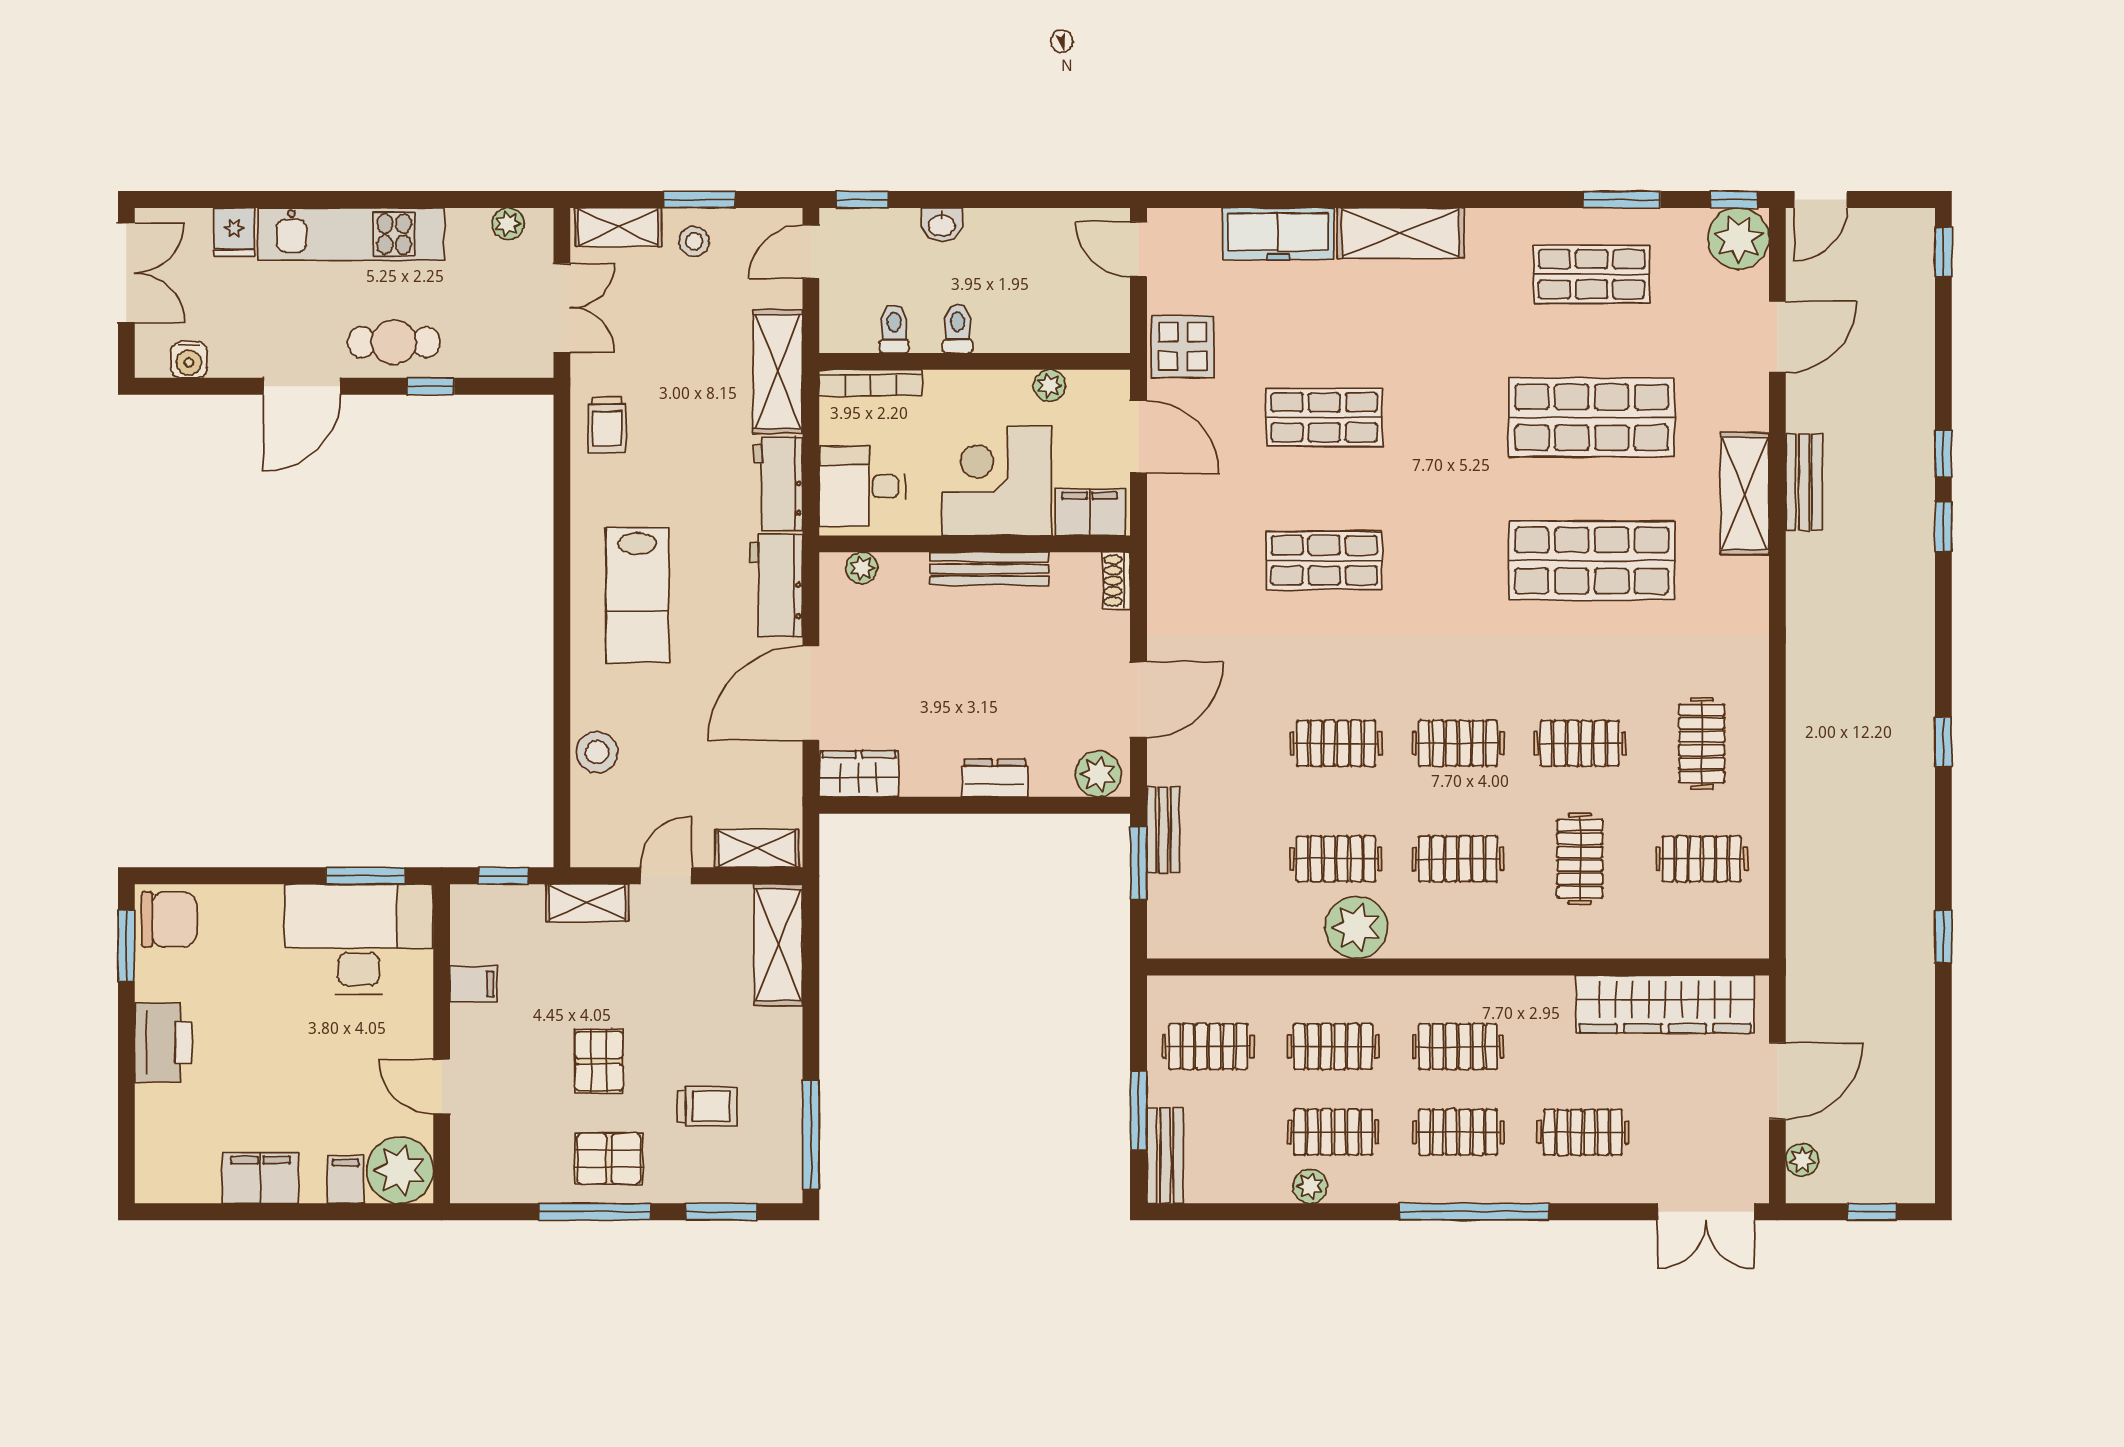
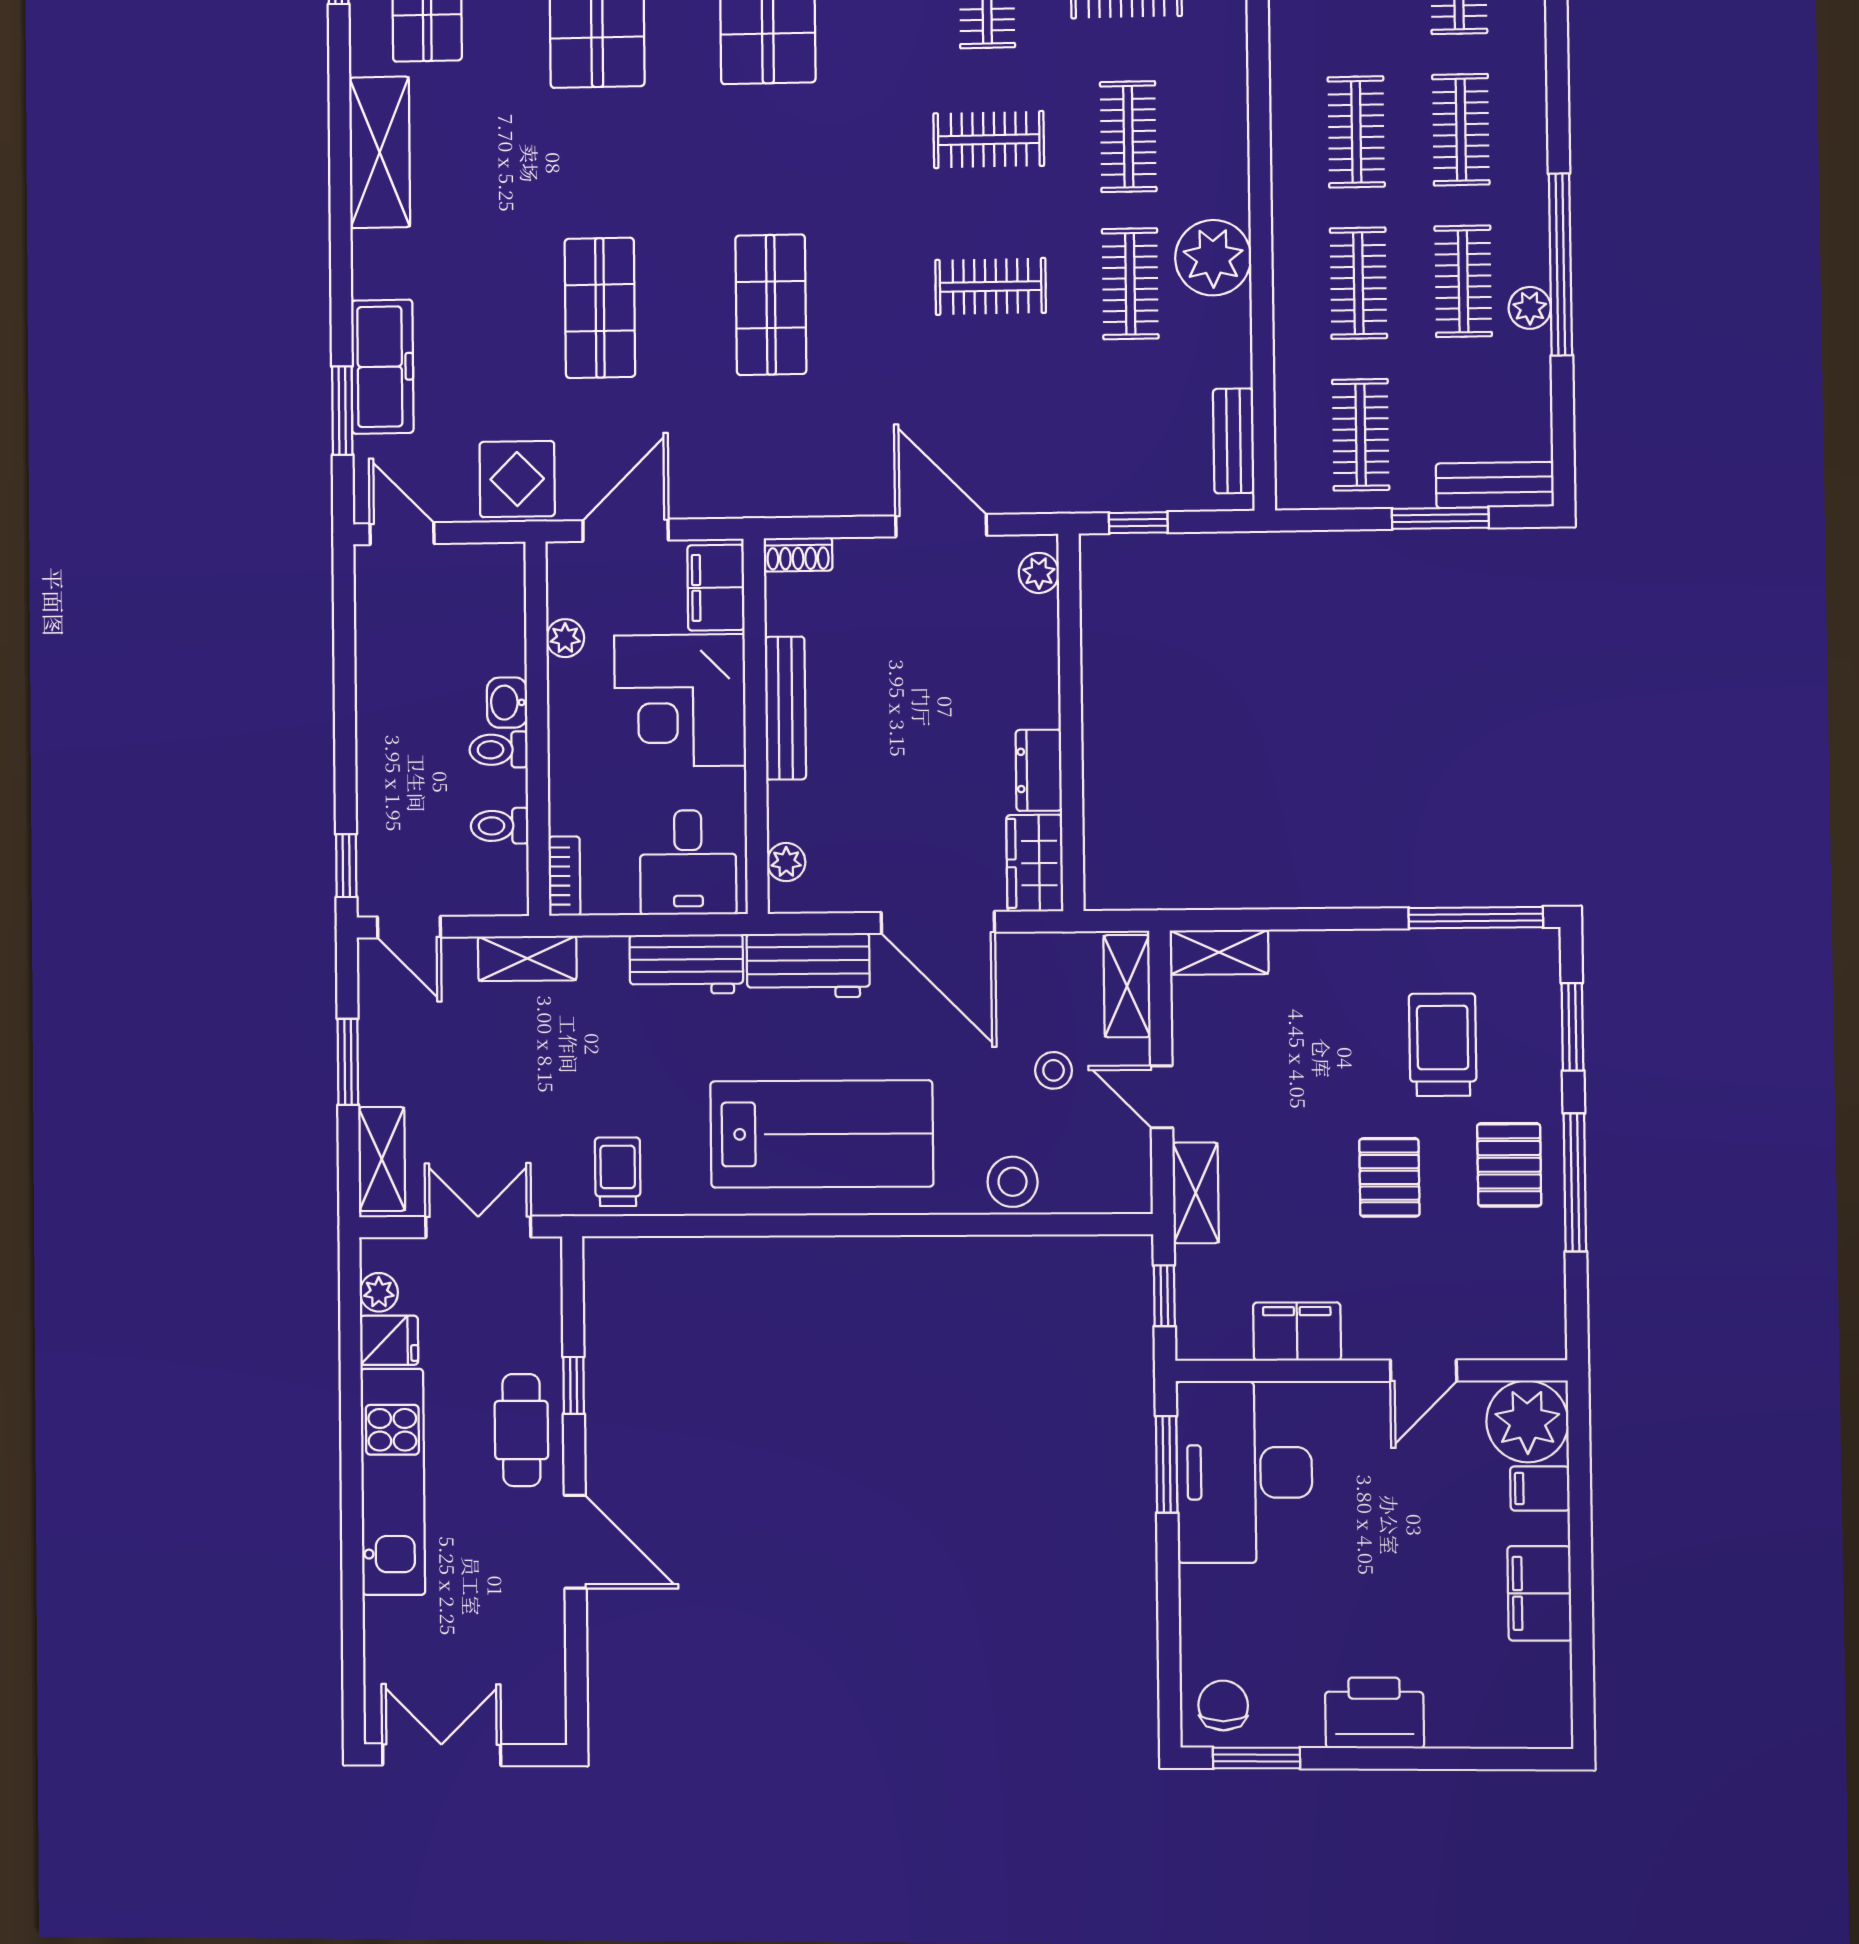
window: (1242, 200) -> (342, 411), added
washbasin: (942, 225) -> (507, 703), moved, turned 180
fridge: (234, 232) -> (389, 1340), moved
shelving: (1401, 233) -> (380, 152), moved
stool: (694, 241) -> (1054, 1070), moved
door: (1139, 249) -> (402, 534), swing flipped
water cooler: (189, 360) -> (545, 1679), removed
shelving: (778, 372) -> (527, 958), width x0.67, depth x0.75
bookcase: (870, 383) -> (564, 876), width x0.64
trolley: (607, 425) -> (618, 1172), turned -90
lab bench: (637, 595) -> (822, 1134), width x1.36, depth x1.39
clothes rail: (1336, 743) -> (991, 286), turned 90
clothes rail: (1458, 743) -> (989, 140), turned 90
plant: (1098, 774) -> (1039, 573), width x0.73, depth x0.73
dresser: (995, 778) -> (1039, 770), moved
bench: (1163, 830) -> (1234, 441), moved, turned 90
window: (1139, 863) -> (1138, 523), width x0.67
chair: (169, 919) -> (1223, 1705), width x0.73, depth x0.73
shelving: (778, 945) -> (1219, 952), width x0.67, depth x0.75
filing cabinet: (474, 984) -> (1297, 1331), width x2.00
pallet: (599, 1061) -> (1389, 1177), turned 90
trolley: (707, 1106) -> (1443, 1045), width x1.36, depth x1.39
window: (1474, 1212) -> (1560, 264), moved

